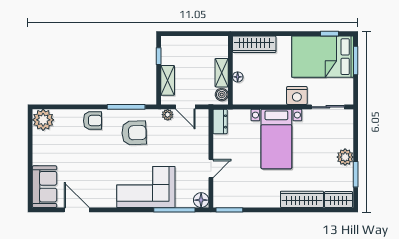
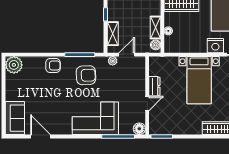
door: (185, 107) -> (127, 55), swing flipped
dresser: (220, 121) -> (154, 86), moved

